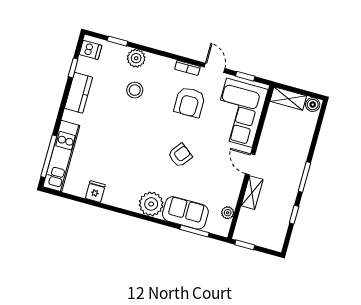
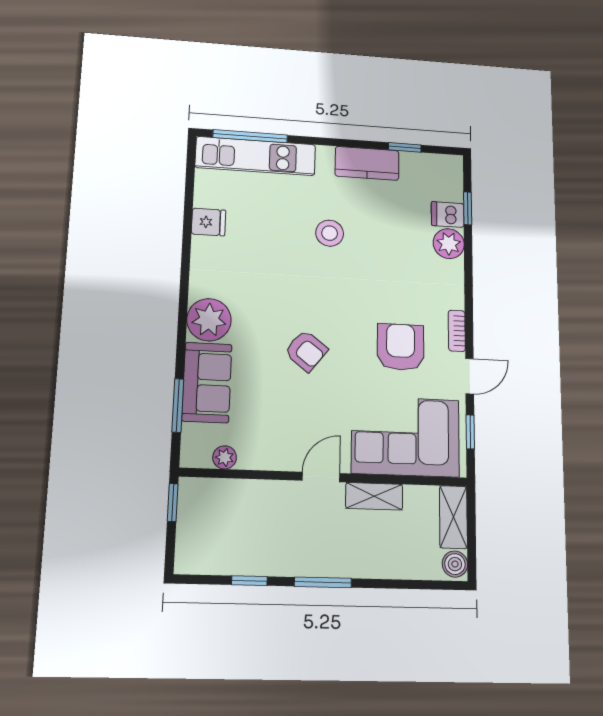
dishwasher: (91, 50) -> (448, 214), moved, turned 90
stool: (135, 90) -> (330, 233), moved
armchair: (190, 102) -> (401, 347), turned 90
shelving: (252, 193) -> (374, 496), moved

